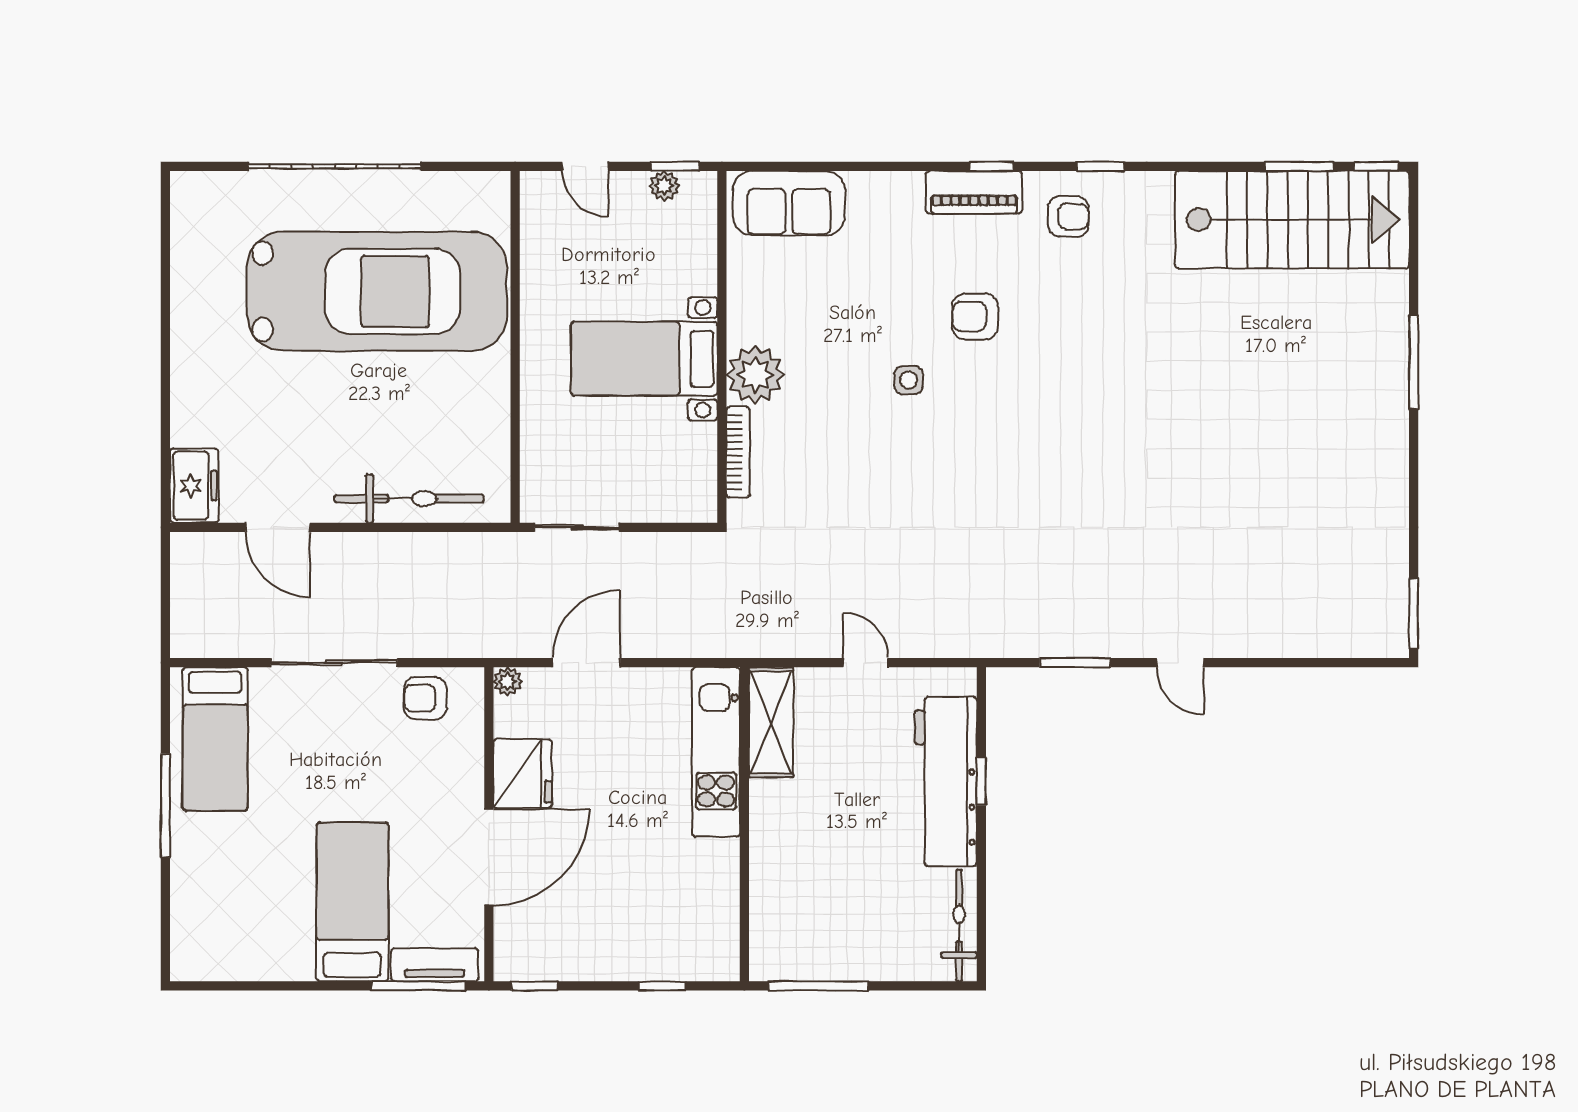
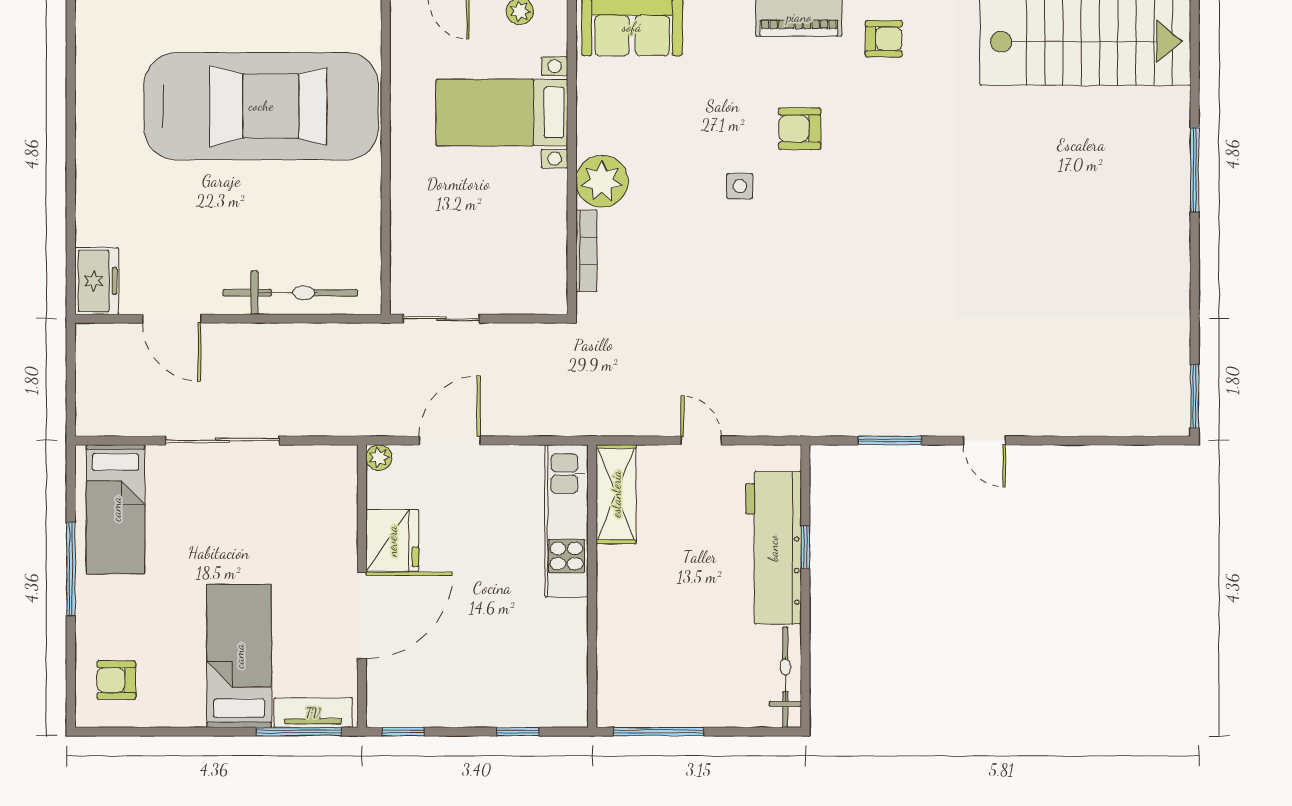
bed with nightstands: (644, 359) -> (502, 112), moved
armchair: (425, 698) -> (116, 680), moved

